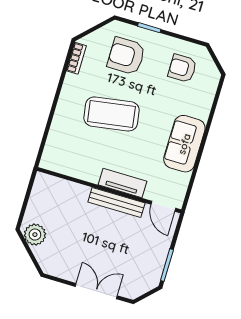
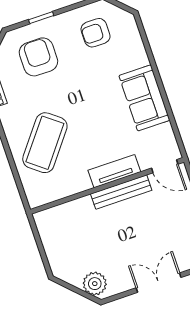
armchair: (126, 56) -> (38, 57), turned 90
coffee table: (111, 114) -> (45, 143), moved, turned -43
plant: (35, 235) -> (95, 284), moved

